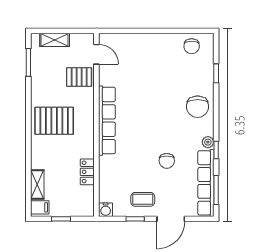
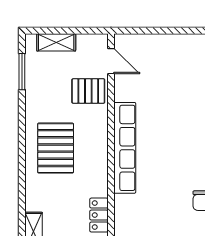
pallet: (54, 121) -> (56, 148), turned 90

